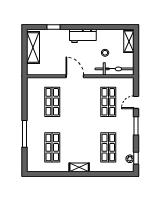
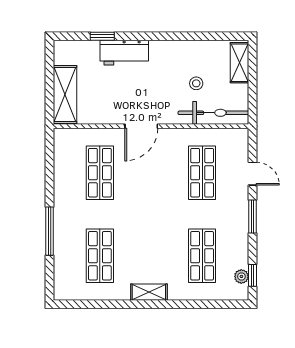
workbench: (83, 36) -> (124, 53), moved
shelving: (33, 47) -> (65, 95), moved
door: (75, 76) -> (141, 126), swing flipped
door: (136, 102) -> (252, 174), swing flipped

